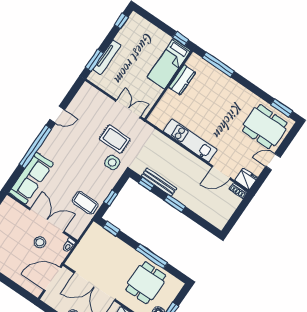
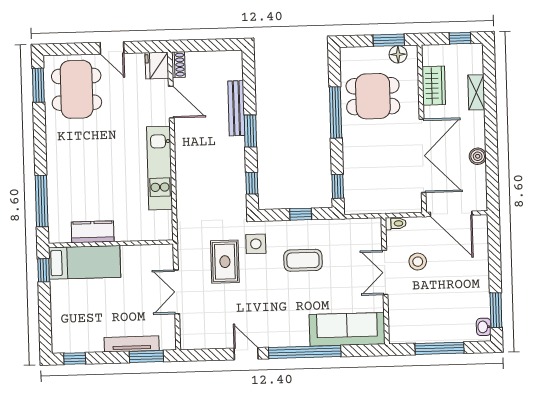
double door: (128, 109) -> (177, 292), moved
bench: (159, 182) -> (236, 108), moved
coffee table: (85, 203) -> (303, 260), moved, turned 90
double door: (47, 220) -> (385, 272), width x0.73

